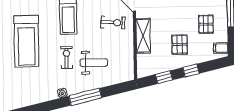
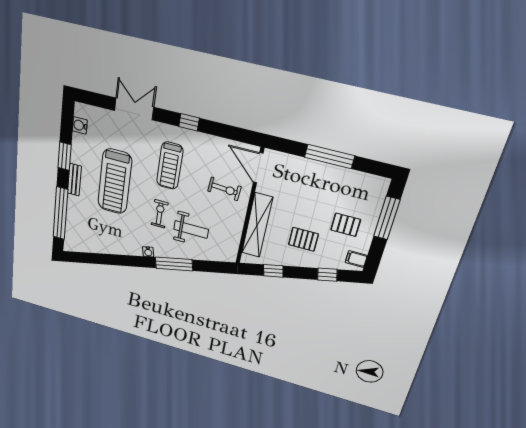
pallet: (206, 24) -> (346, 225), turned 90
shelving: (143, 36) -> (257, 225), width x1.47
pallet: (180, 45) -> (303, 239), turned 90
window: (191, 70) -> (327, 275), moved

